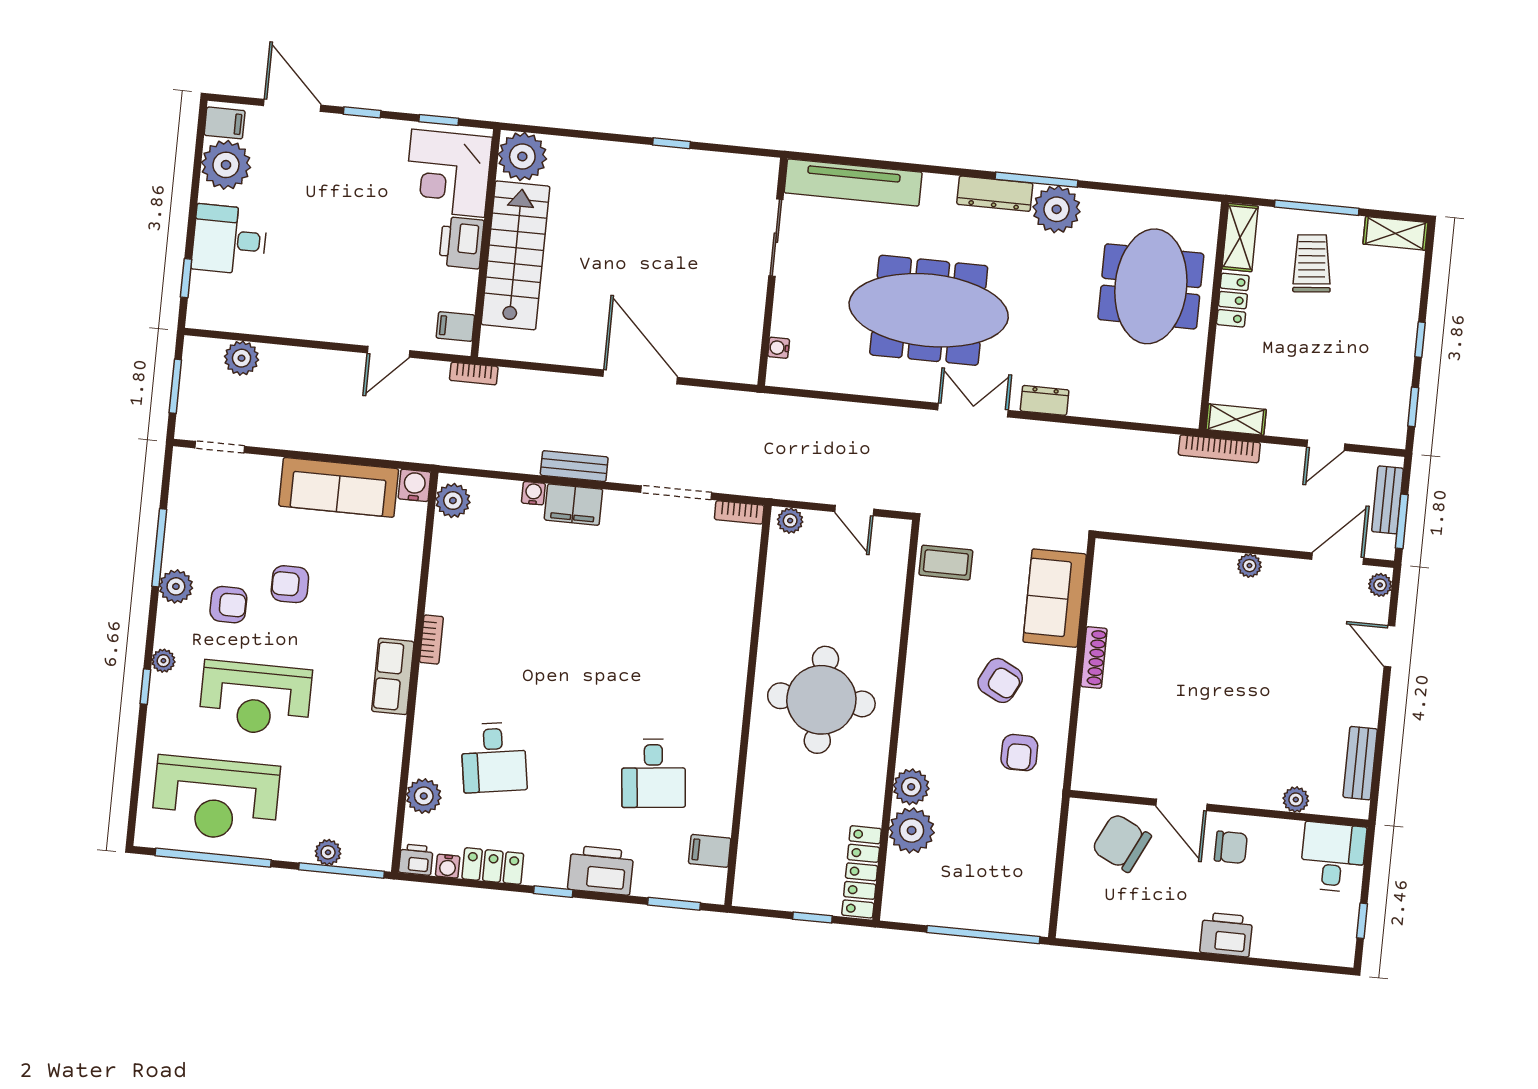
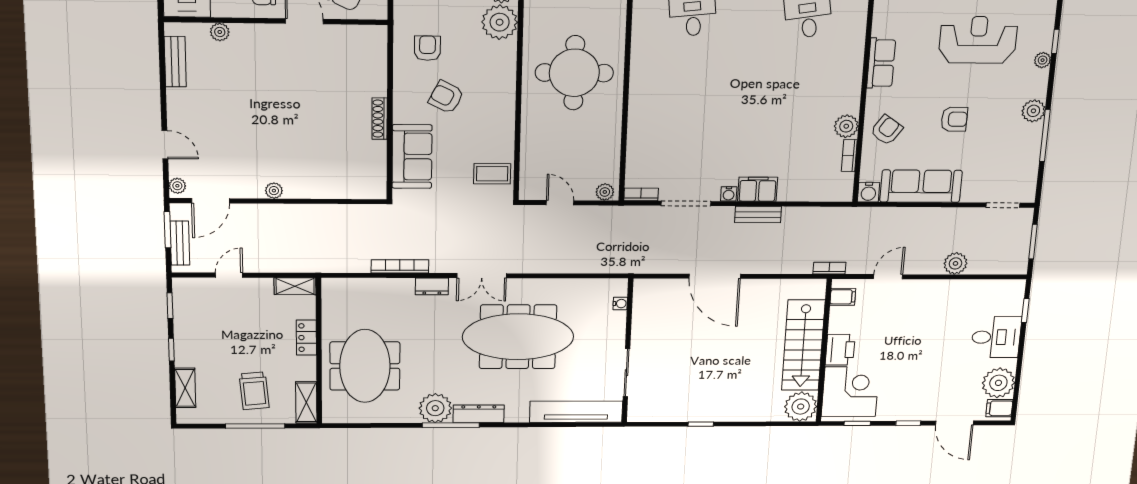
shelving: (1395, 233) -> (185, 388), moved, turned 90
locker: (1233, 300) -> (306, 338), moved
plant: (242, 358) -> (955, 263), moved
bookcase: (1219, 449) -> (400, 266), moved
water cooler: (533, 493) -> (729, 194), moved
plant: (453, 501) -> (846, 126), moved
armchair: (228, 605) -> (887, 130), moved, turned 125
bookcase: (431, 640) -> (849, 156), moved
plant: (911, 787) -> (500, 22), width x1.36, depth x1.36

